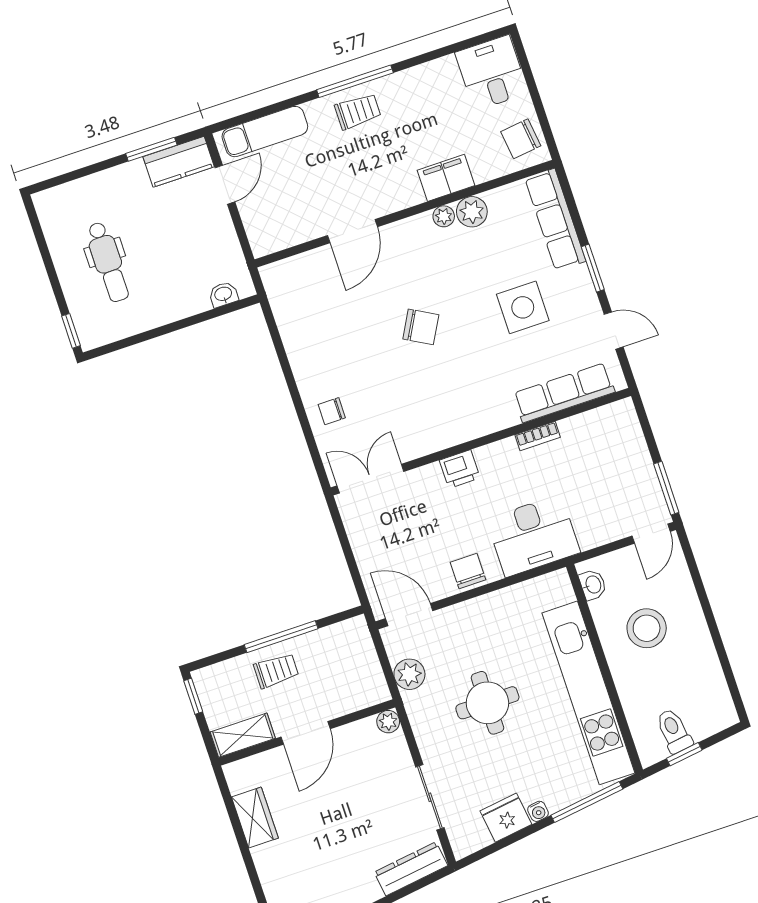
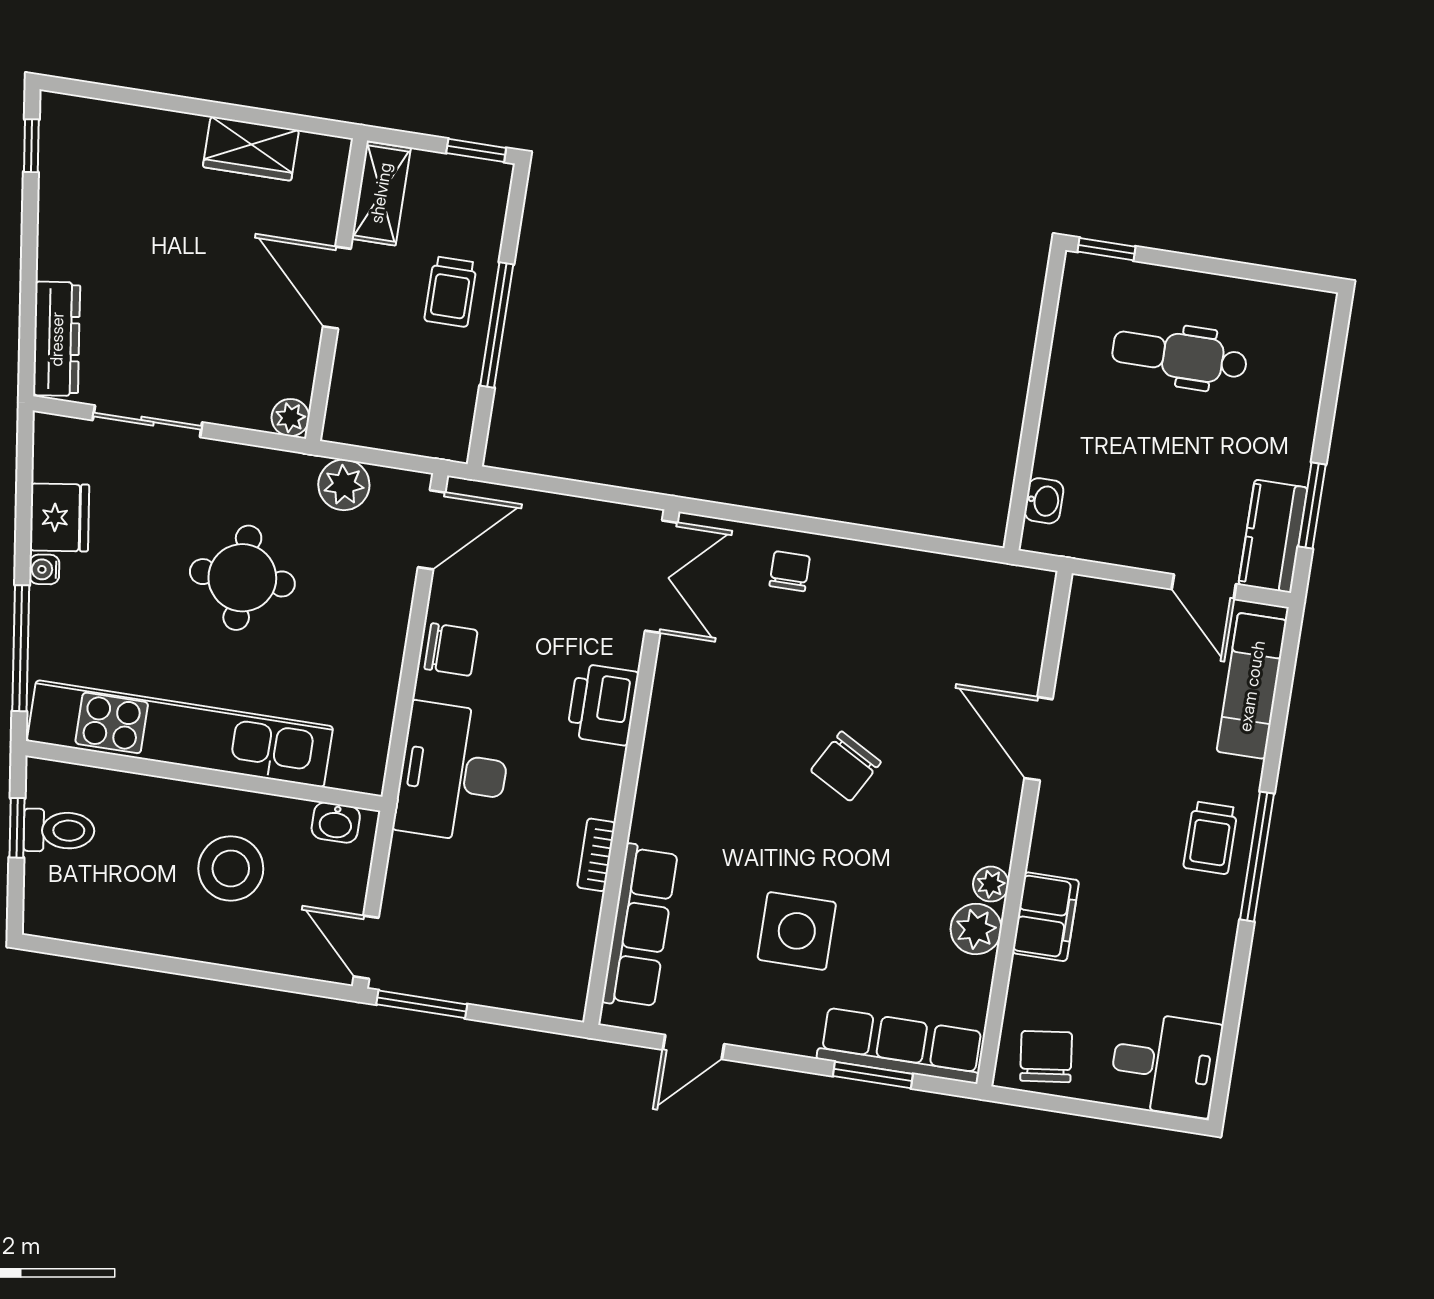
window: (593, 268) -> (873, 1075), moved
printer: (460, 469) -> (603, 704), width x1.36, depth x1.24

